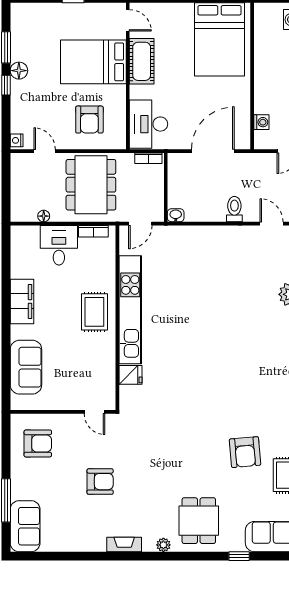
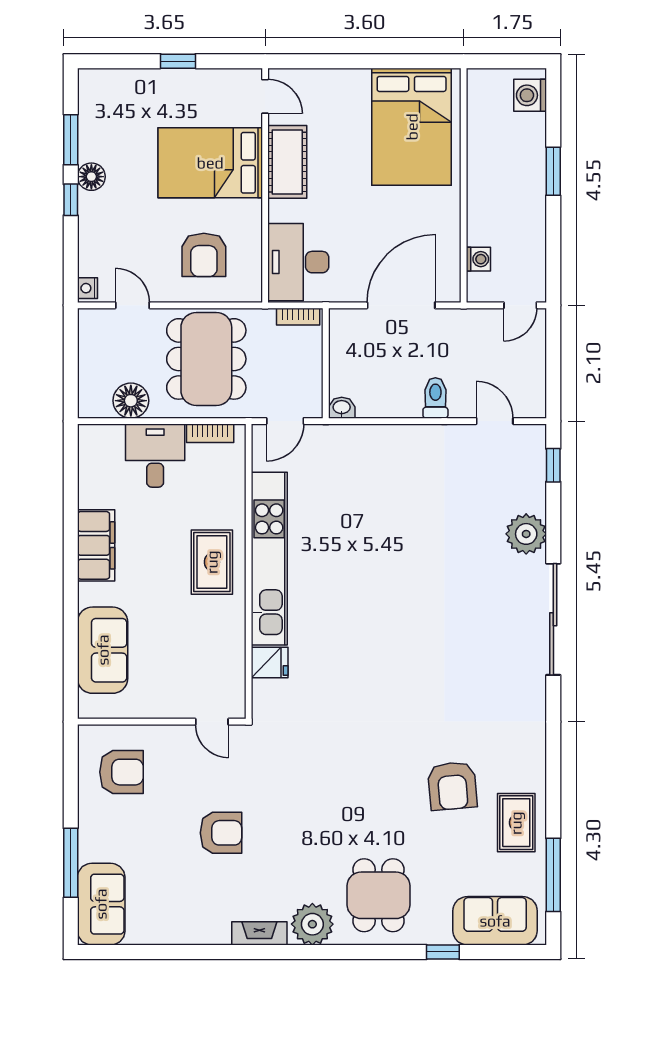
floor lamp: (44, 216) -> (131, 401), width x1.89, depth x1.89
plant: (163, 545) -> (312, 924), width x1.88, depth x1.88

